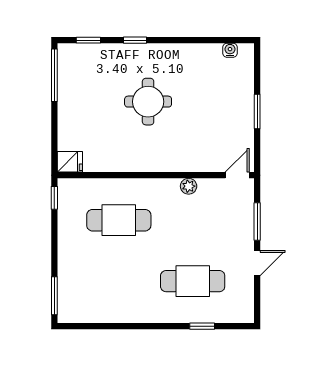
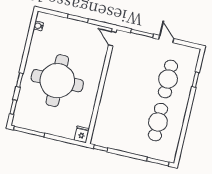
round table: (148, 102) -> (57, 81), width x1.86, depth x1.86
plant: (189, 186) -> (112, 68), removed
cafe table: (119, 220) -> (158, 122), moved

